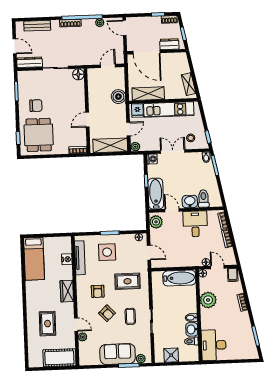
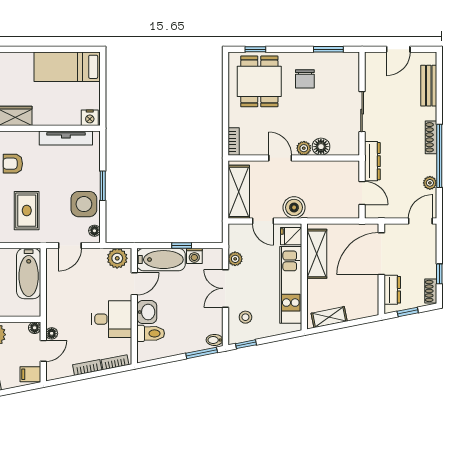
dresser: (30, 62) -> (372, 161), moved
floor lamp: (78, 74) -> (321, 147), moved
boiler: (118, 97) -> (294, 207), moved
plant: (81, 105) -> (304, 148), added
dining table: (39, 135) -> (259, 81), turned 90
plant: (135, 147) -> (235, 259), moved
double door: (173, 152) -> (225, 288), swing flipped
washing machine: (152, 159) -> (194, 256), moved
side table: (107, 252) -> (84, 204), moved
nightstand: (67, 259) -> (90, 118), moved
bathtub: (179, 278) -> (29, 273), moved

